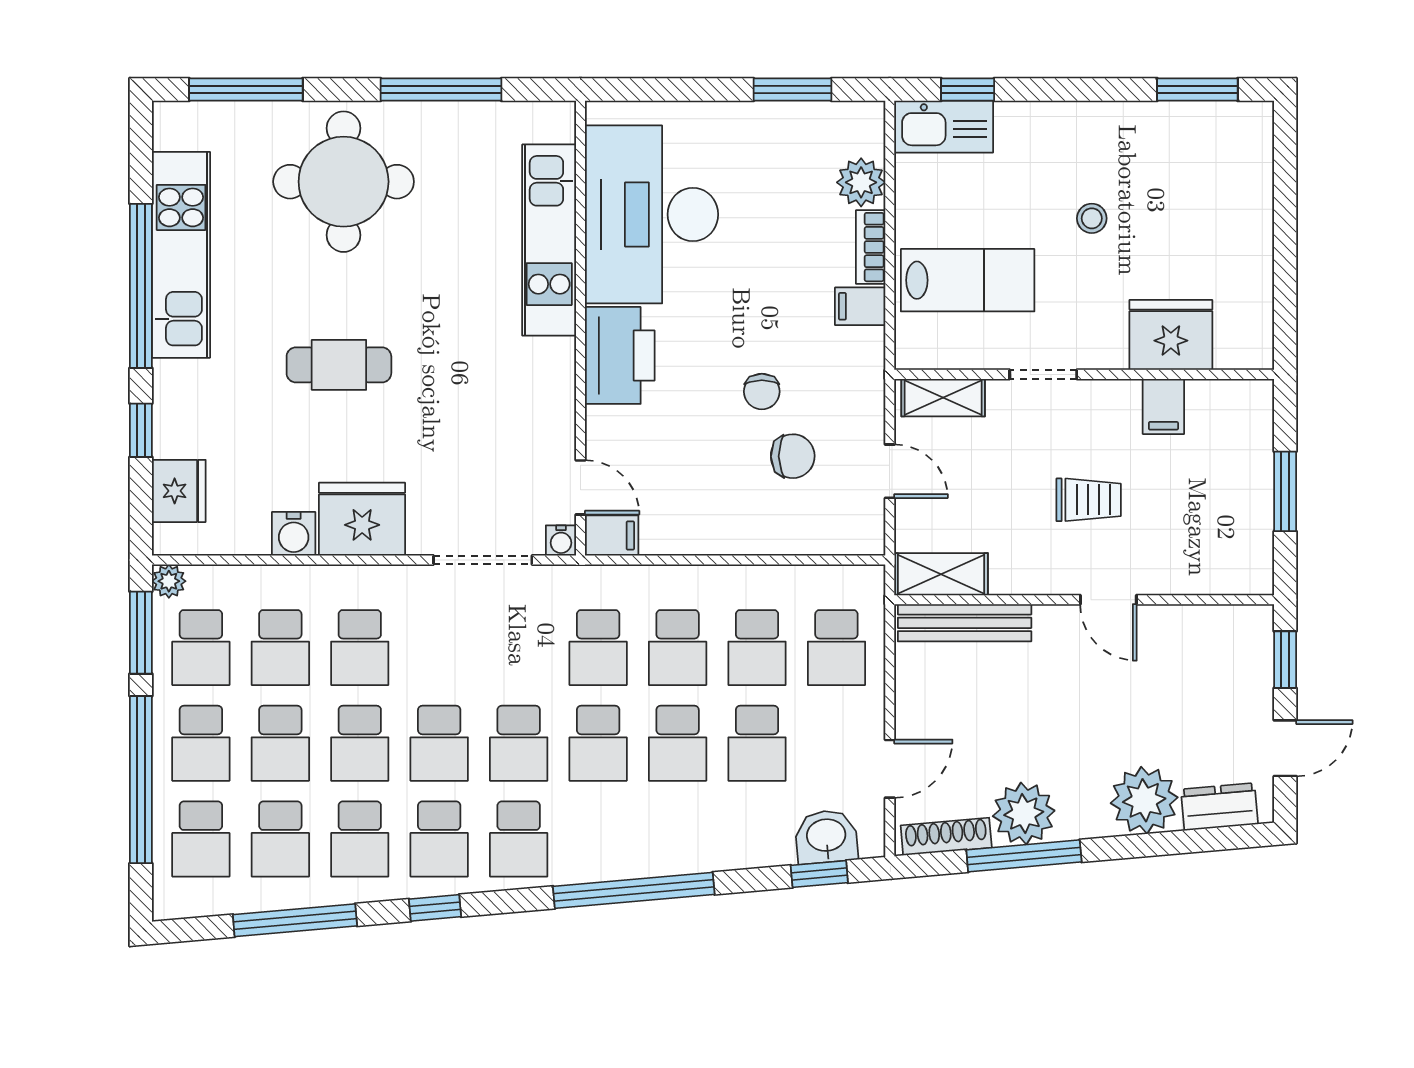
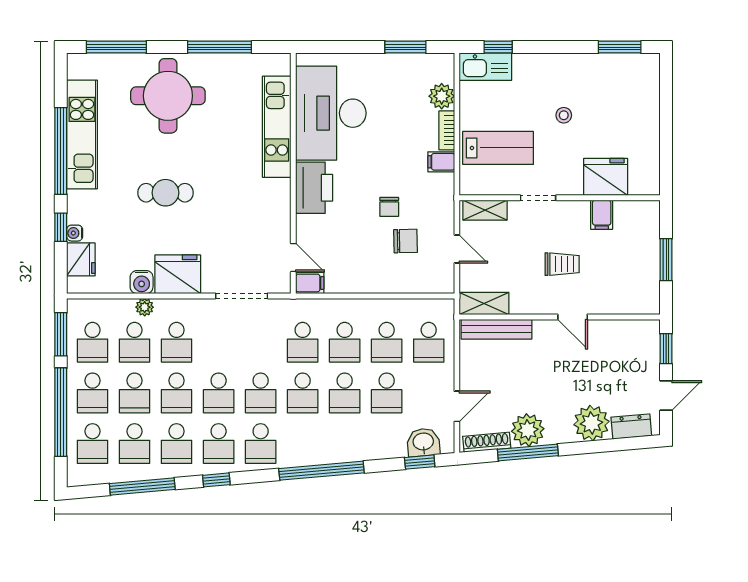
water cooler: (561, 540) -> (75, 233), moved, turned 90
plant: (169, 581) -> (145, 307), moved

